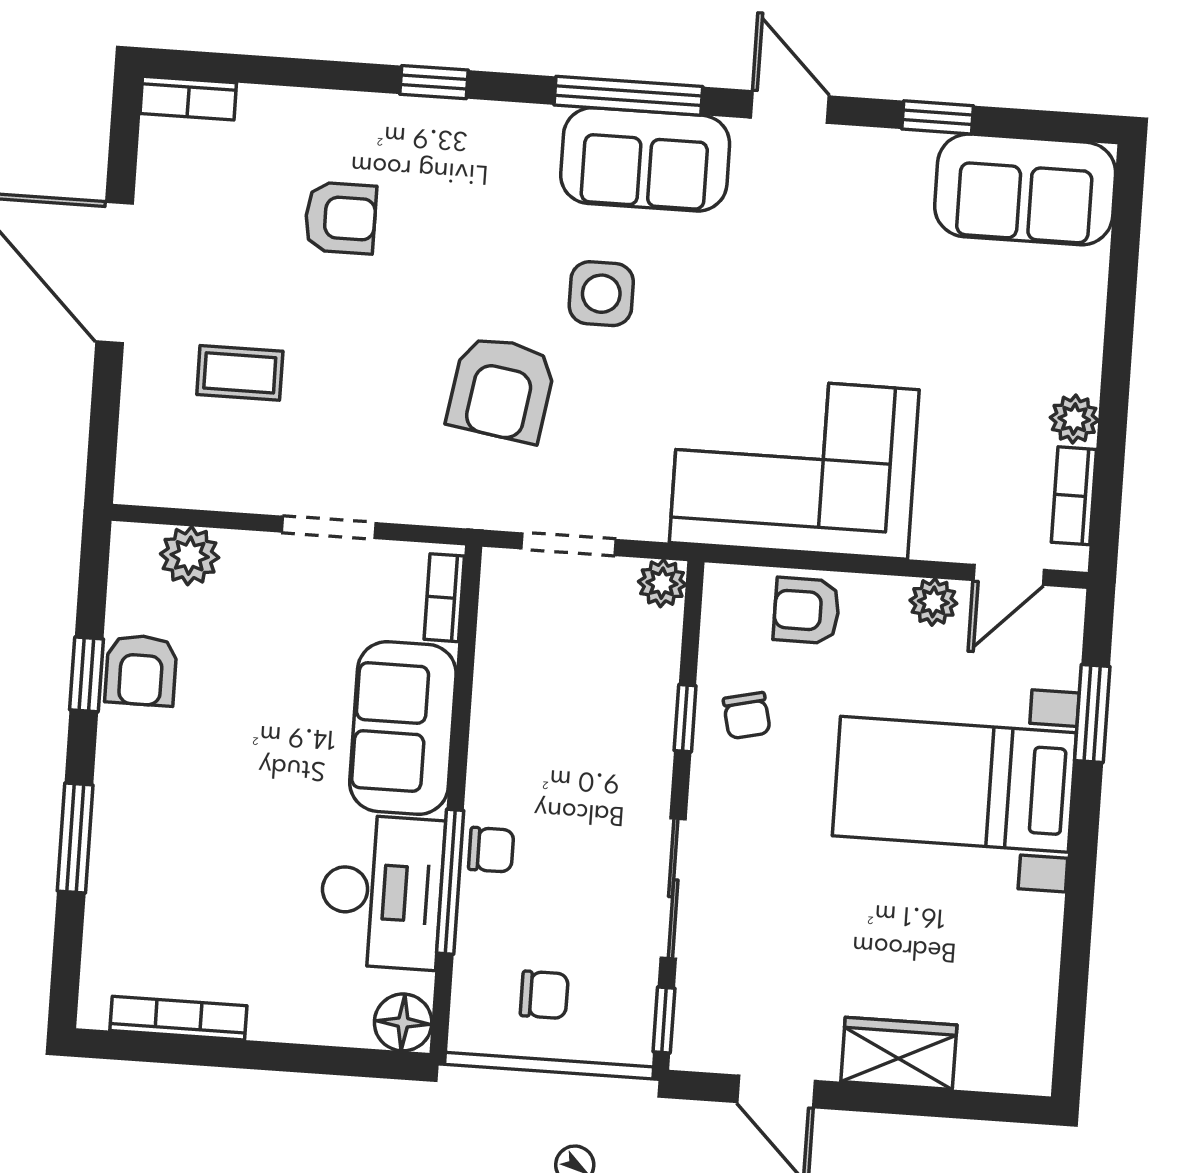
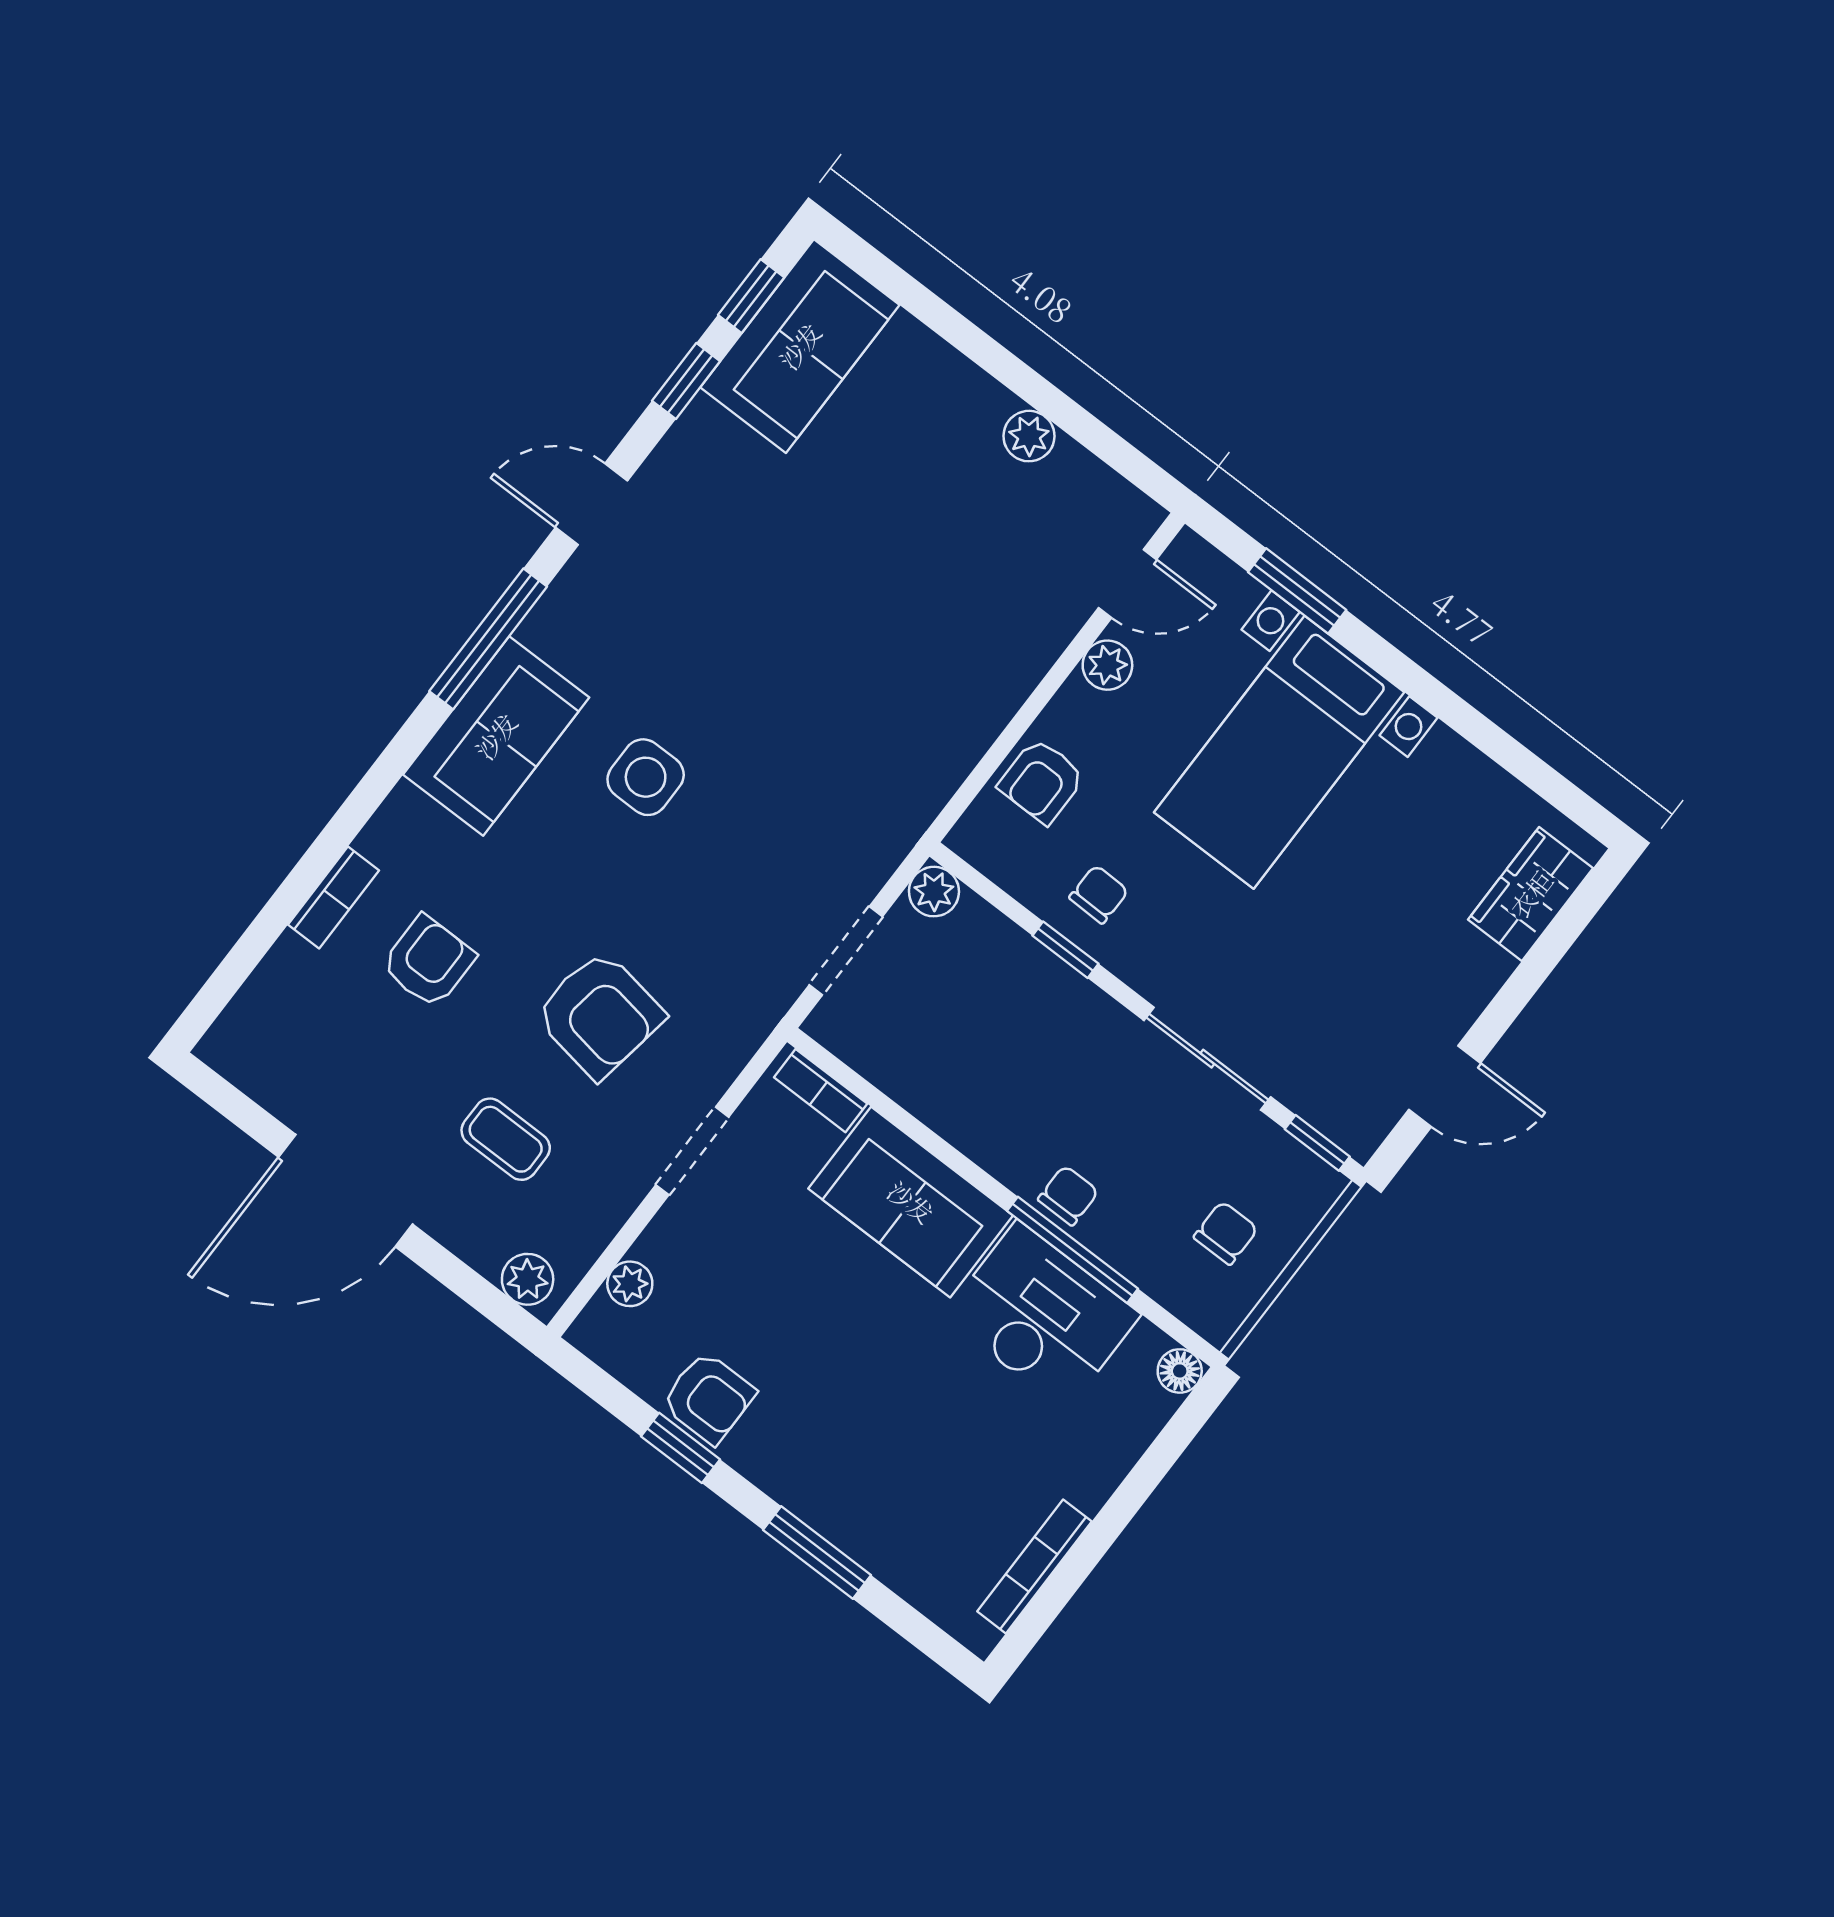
window: (434, 82) -> (751, 296), moved
bookcase: (188, 98) -> (333, 897), moved
sofa: (645, 159) -> (496, 736), moved
coffee table: (240, 373) -> (506, 1139), turned 90
armchair: (502, 389) -> (599, 1015), moved
plant: (140, 464) -> (528, 1279), added
corner sofa: (794, 466) -> (908, 708), removed
bookcase: (1074, 496) -> (1096, 481), removed
plant: (190, 556) -> (630, 1284), width x0.73, depth x0.73
door: (1009, 575) -> (1128, 584), hinge flipped
chair: (747, 716) -> (1099, 894), turned -76
floor lamp: (403, 1022) -> (1180, 1371), width x0.73, depth x0.73
wardrobe: (899, 1053) -> (1531, 894), moved

